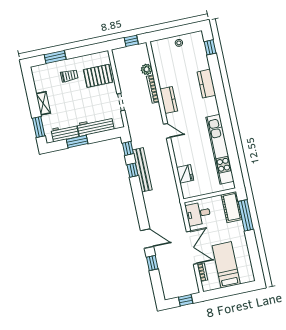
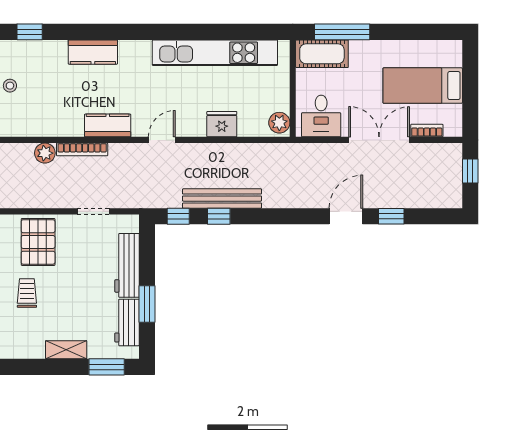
fridge: (185, 174) -> (222, 124), moved
plant: (190, 192) -> (279, 123), added

